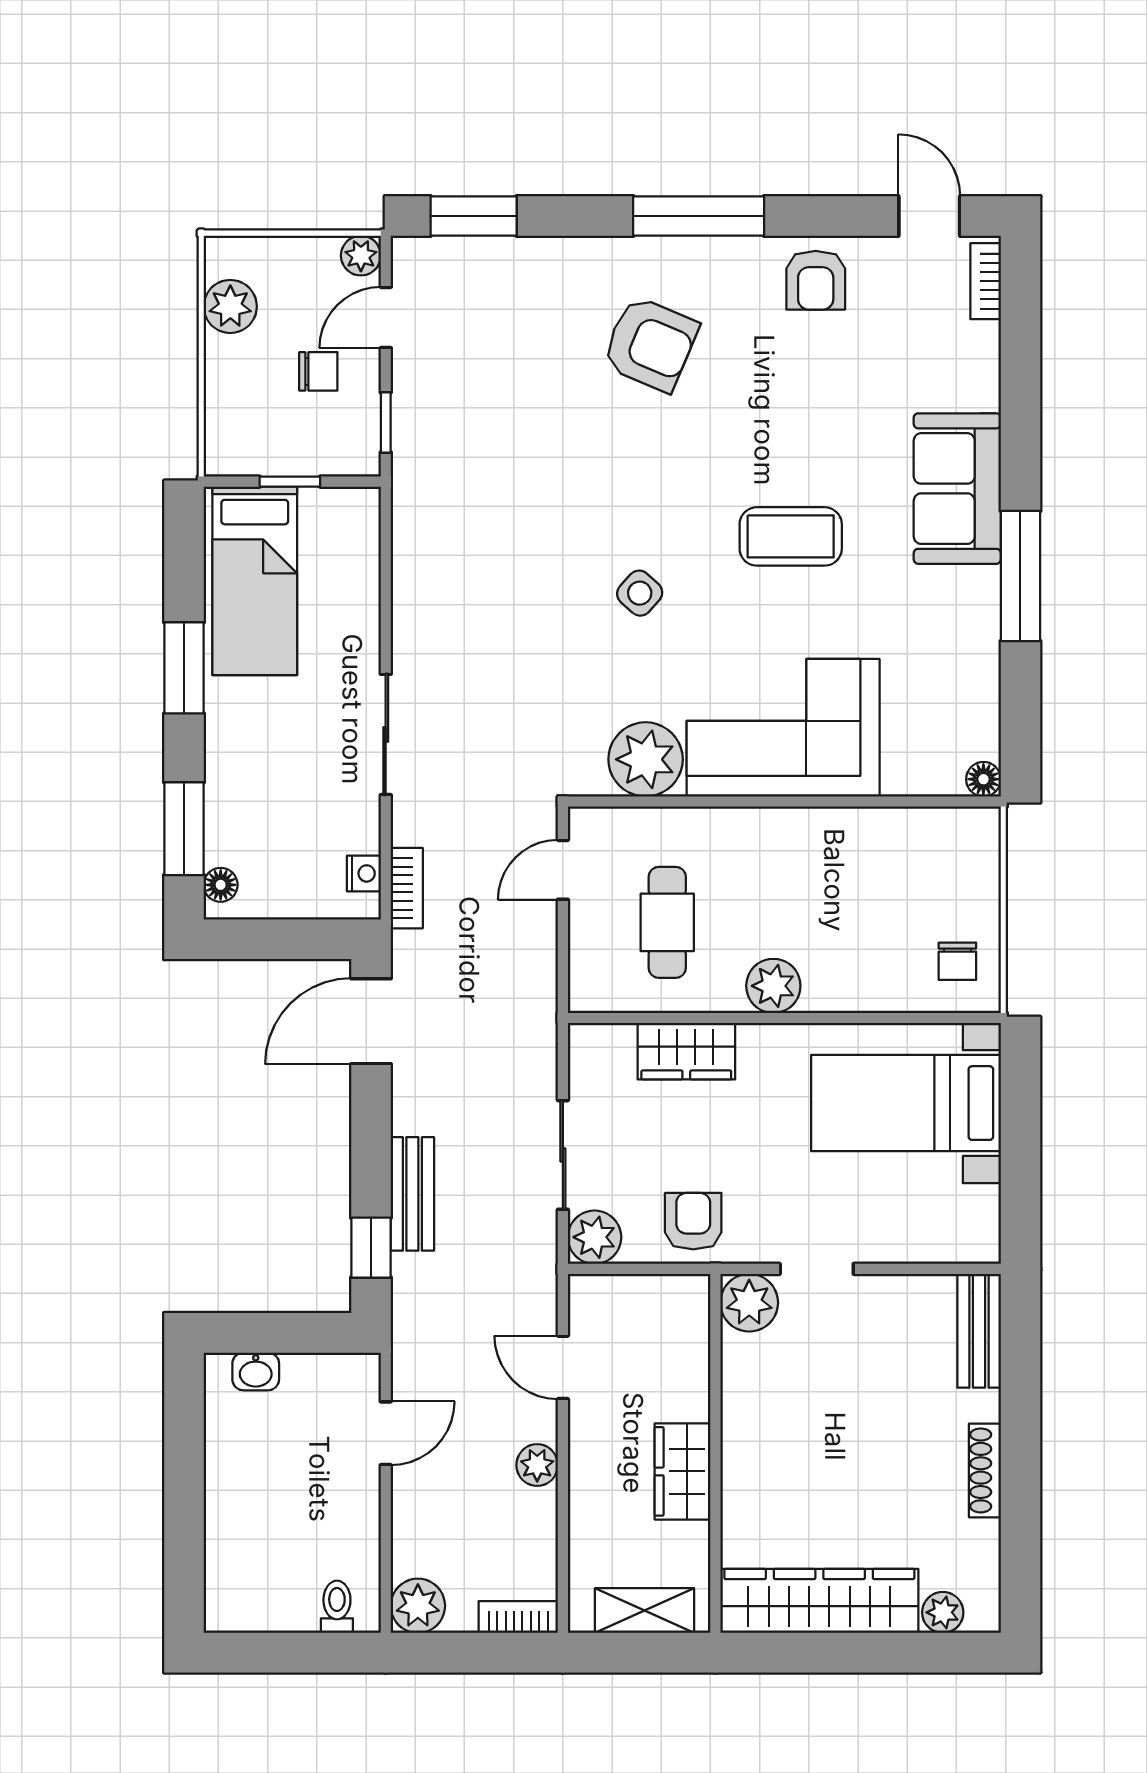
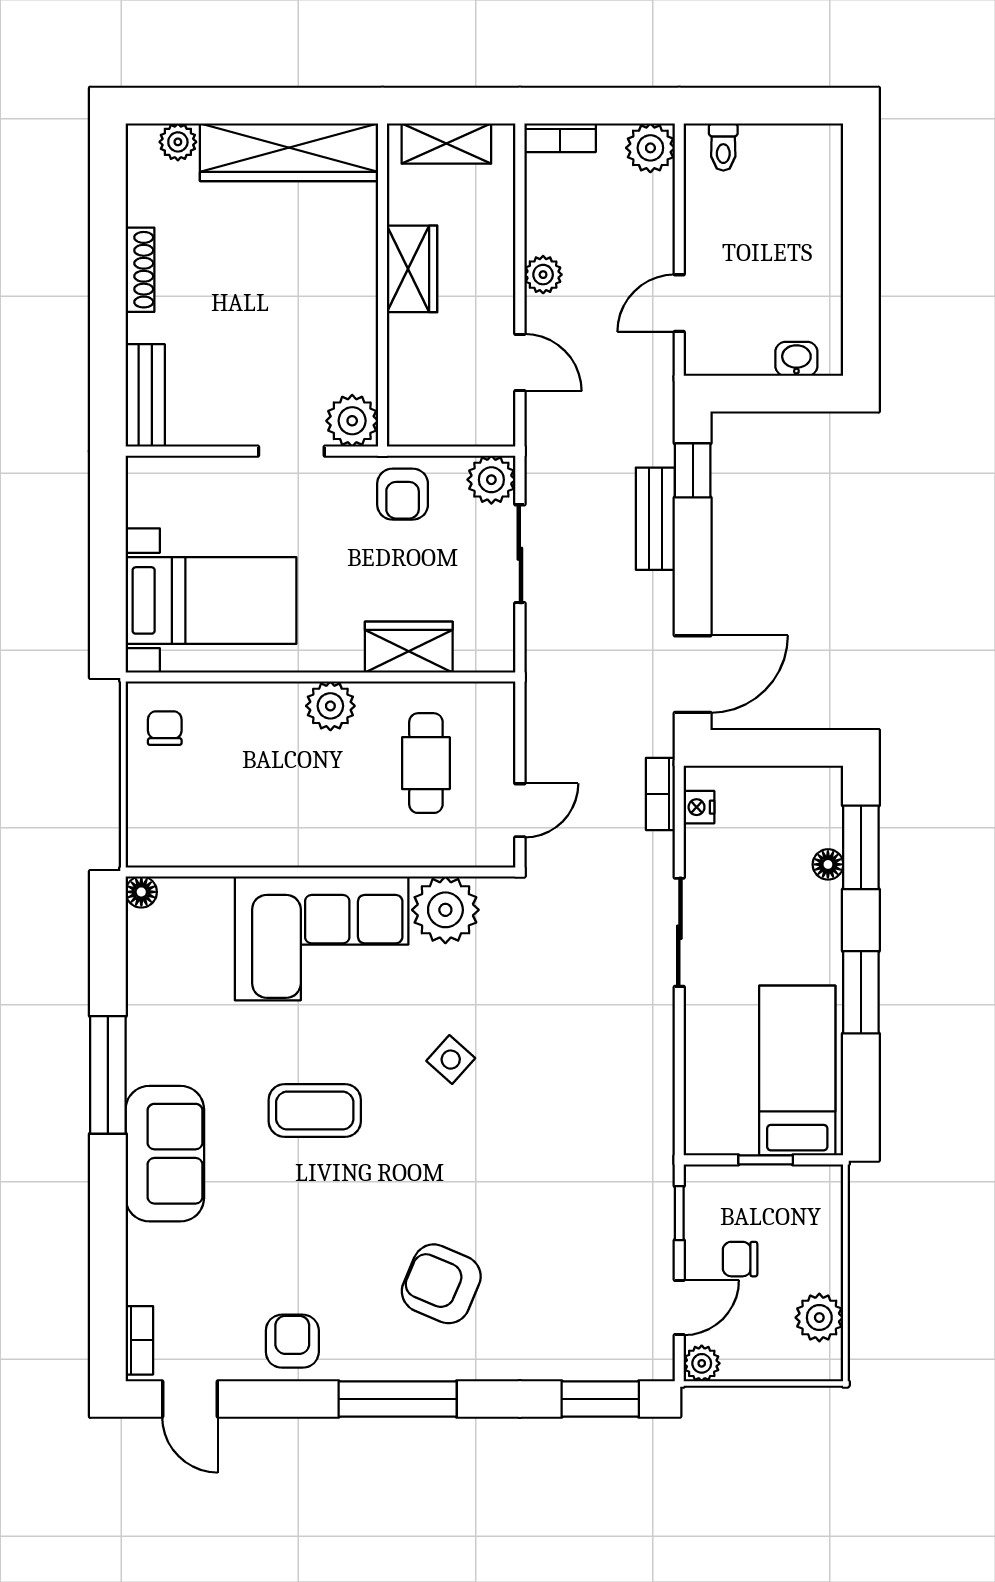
floor lamp: (221, 885) -> (828, 864), moved

